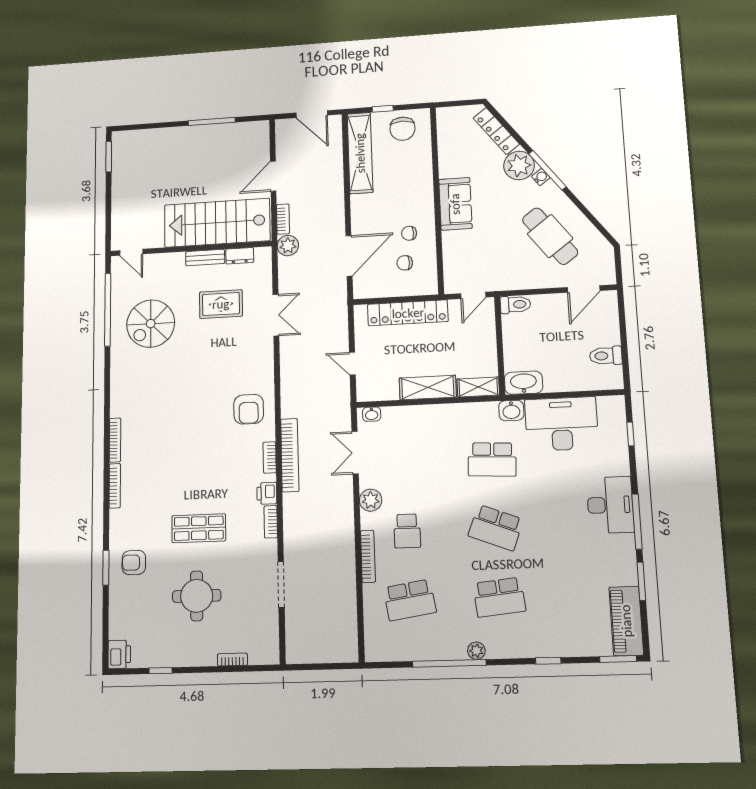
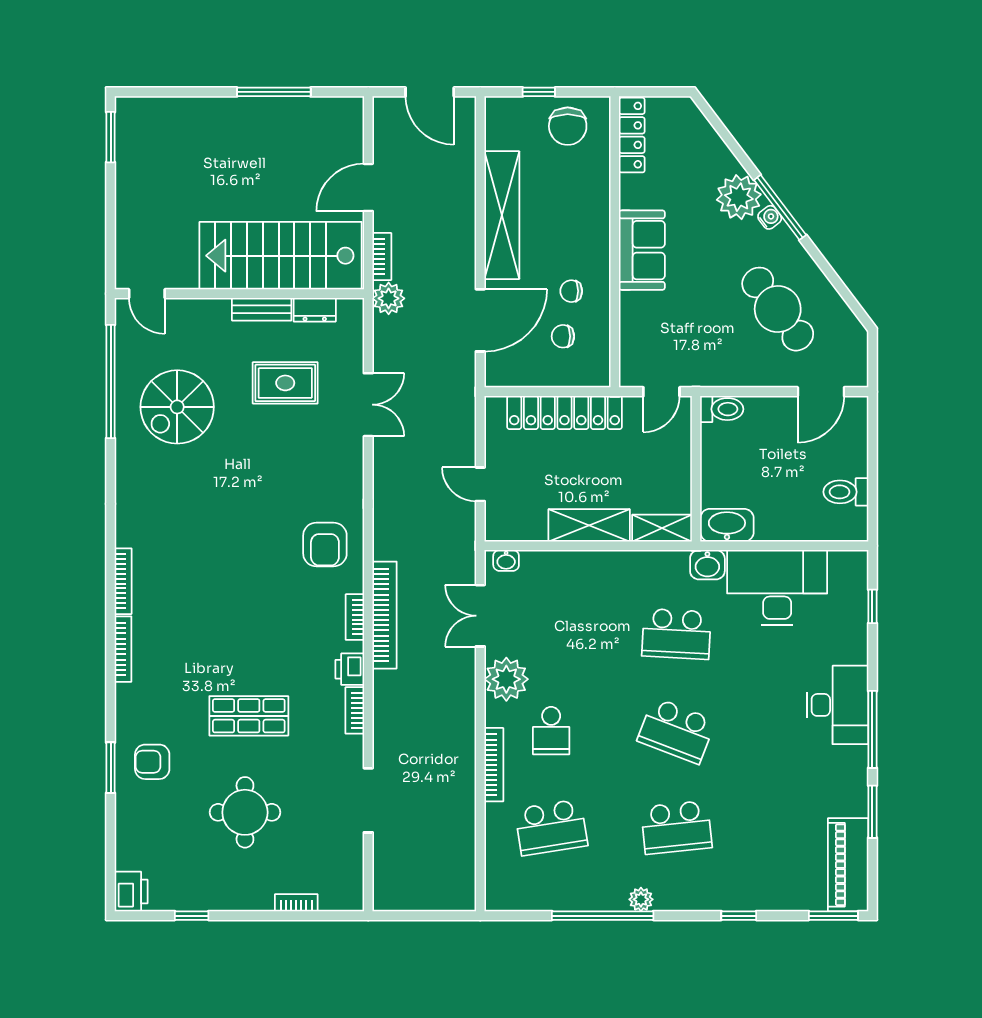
locker: (496, 131) -> (632, 135), moved, turned -143
shelving: (360, 153) -> (502, 215), moved
plant: (371, 500) -> (506, 679), width x1.36, depth x1.36

